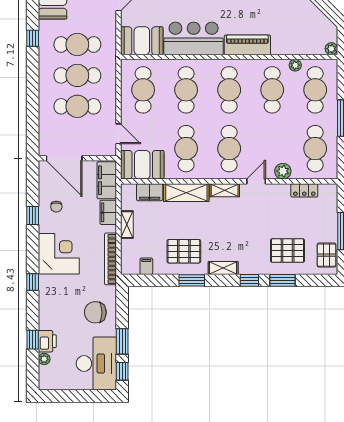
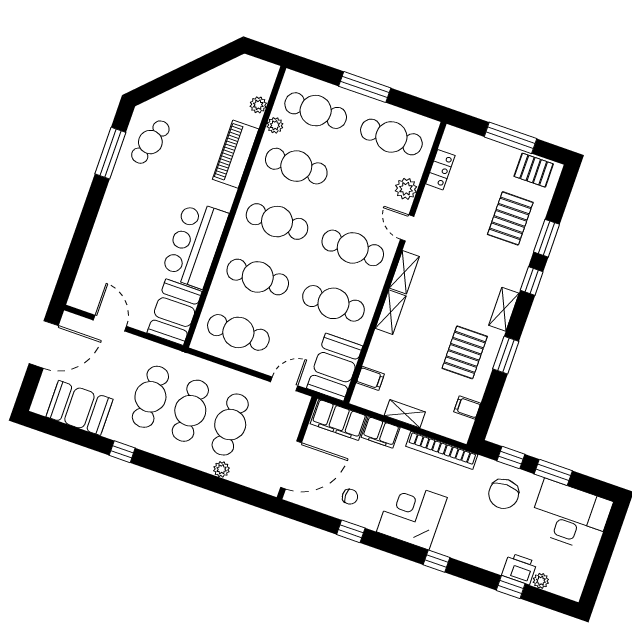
piano: (247, 45) -> (236, 154), moved
plant: (331, 49) -> (258, 105), moved
plant: (44, 111) -> (221, 469), added
filing cabinet: (150, 192) -> (370, 378), width x0.50
shelving: (186, 193) -> (391, 312), width x0.67, depth x0.75
window: (122, 371) -> (511, 458), moved

